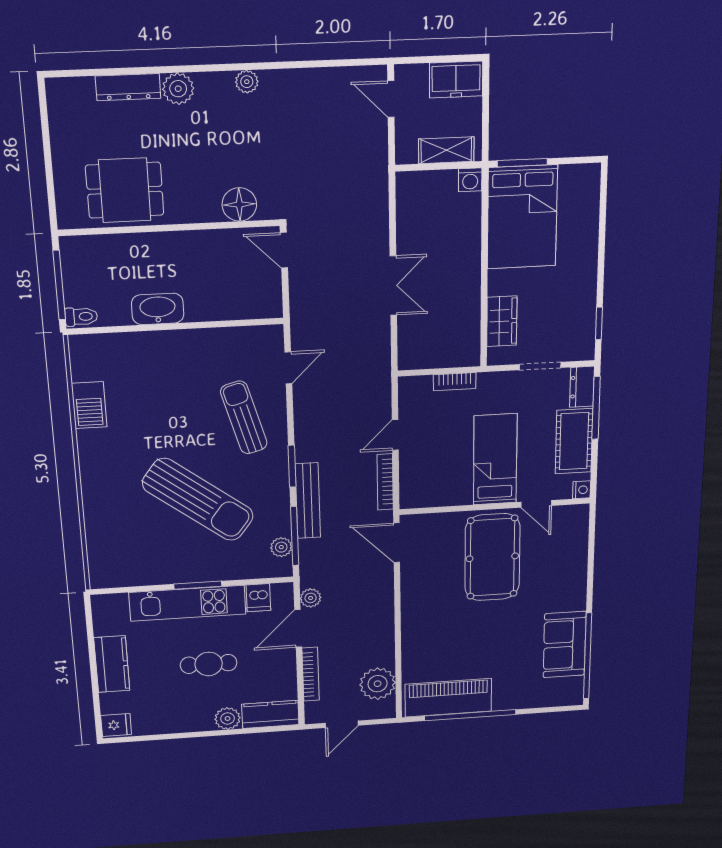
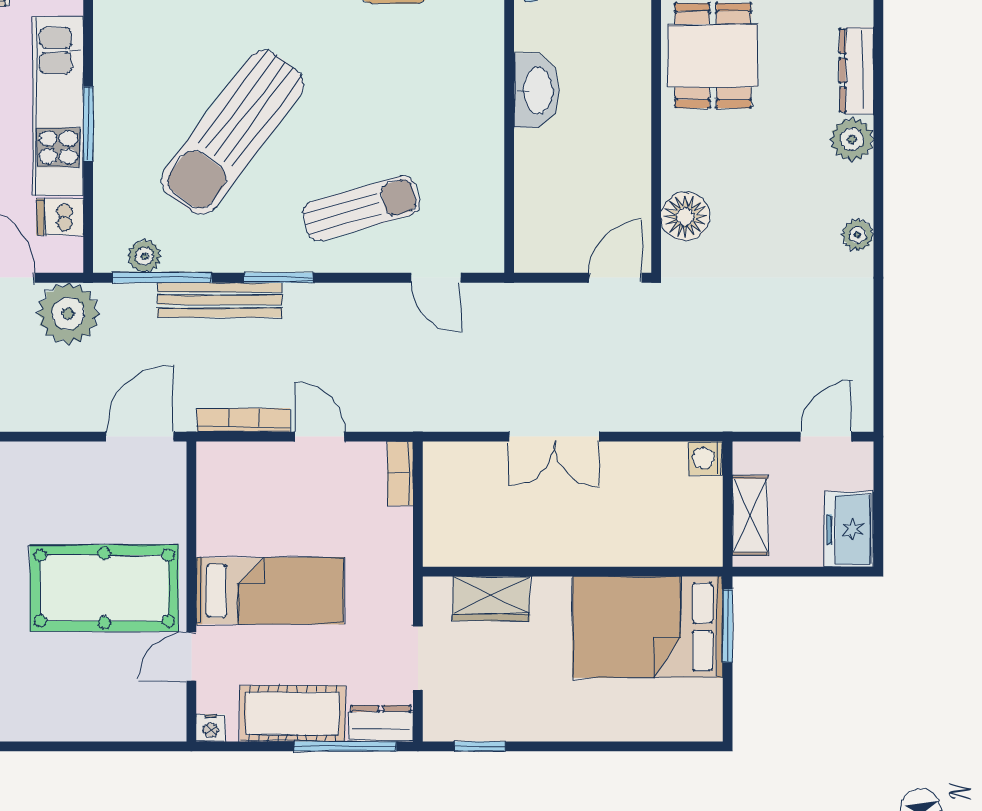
washing machine: (470, 180) -> (706, 458), moved
bookcase: (455, 382) -> (400, 474), moved
plant: (311, 598) -> (68, 314), width x1.87, depth x1.87

